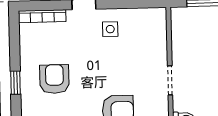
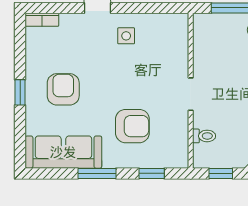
bookcase: (42, 16) -> (42, 20), width x0.64

